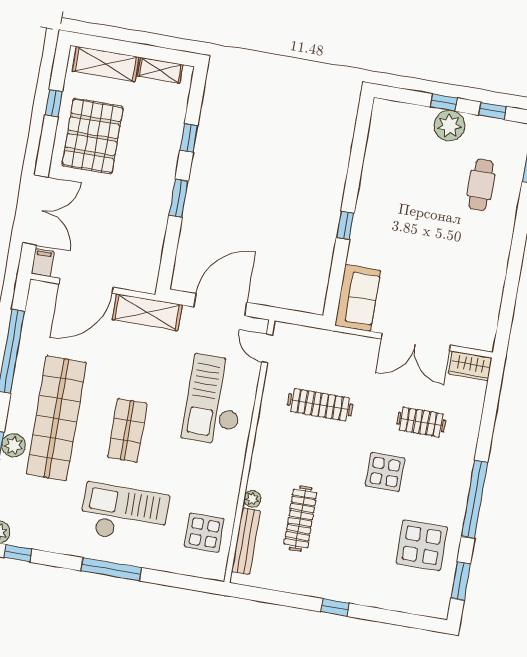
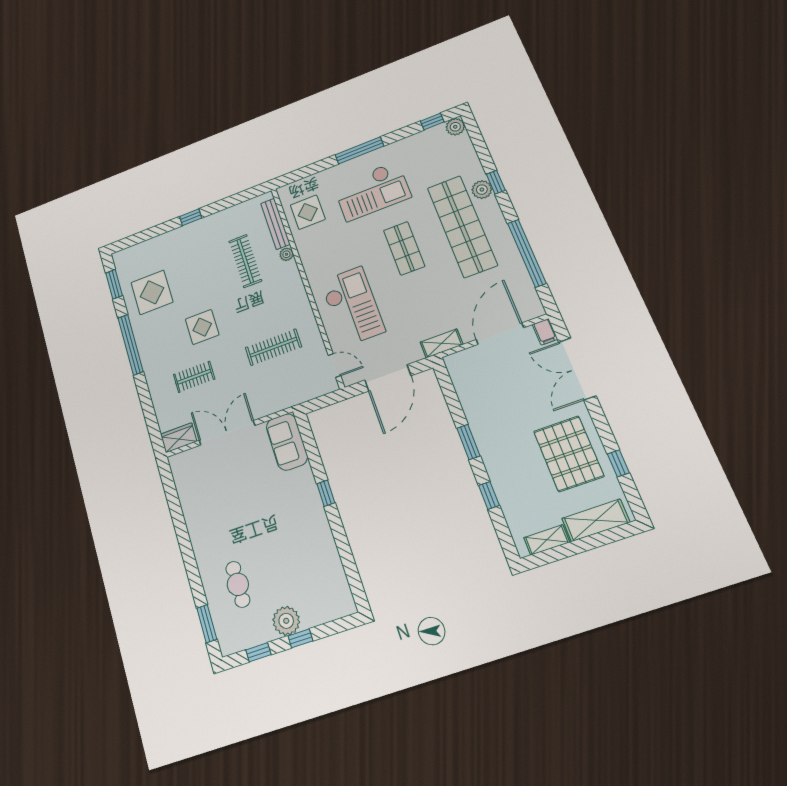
shelving: (147, 312) -> (442, 343), width x0.67, depth x0.75

